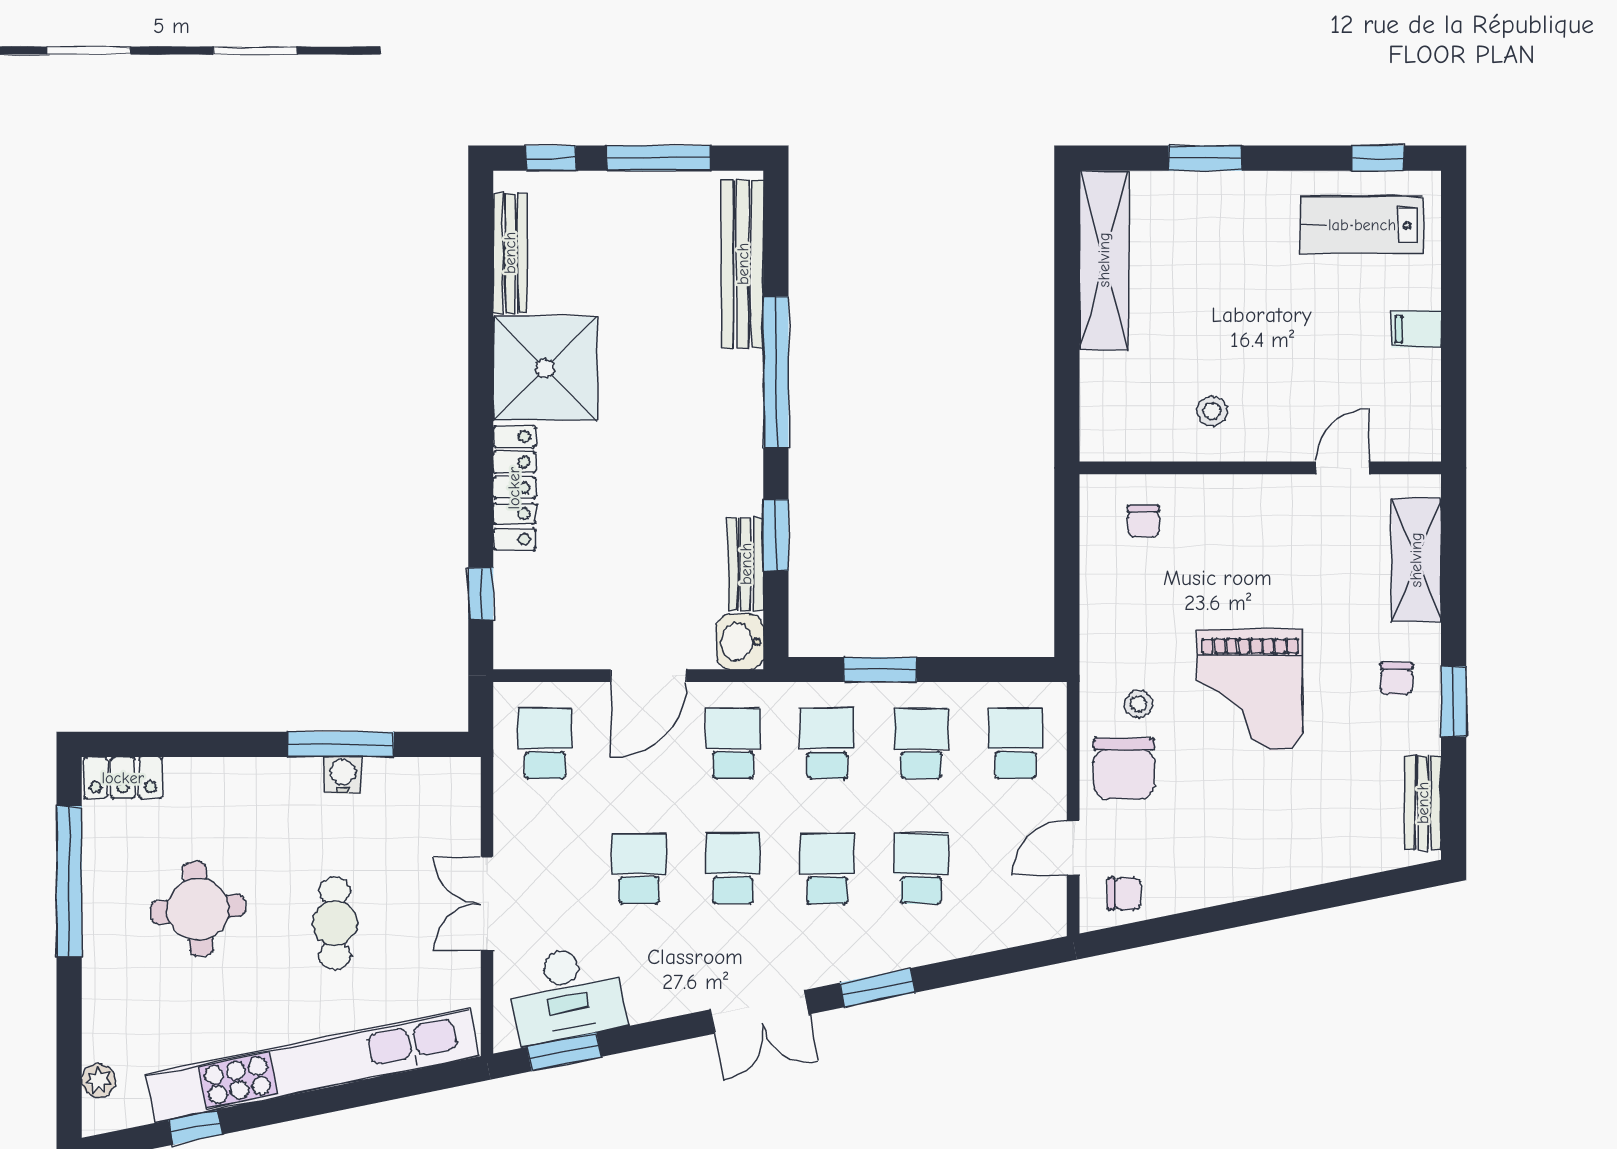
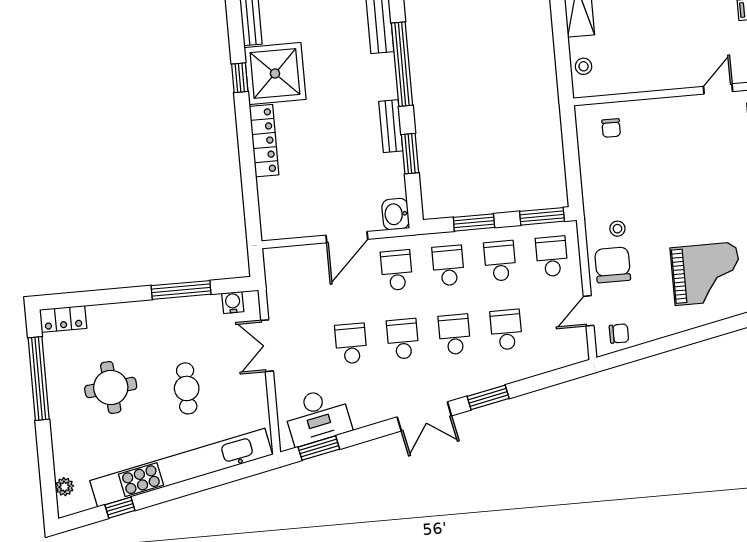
stool: (1212, 411) -> (584, 66), moved
bench: (746, 564) -> (391, 126), moved
window: (481, 594) -> (240, 78), moved
window: (1004, 669) -> (542, 216), added
grand piano: (1250, 690) -> (706, 274), moved, turned -90
school desk: (545, 743) -> (293, 279), removed
chair: (1124, 768) -> (613, 265), turned 180
water cooler: (343, 775) -> (233, 302), moved
double door: (487, 904) -> (267, 346), moved

